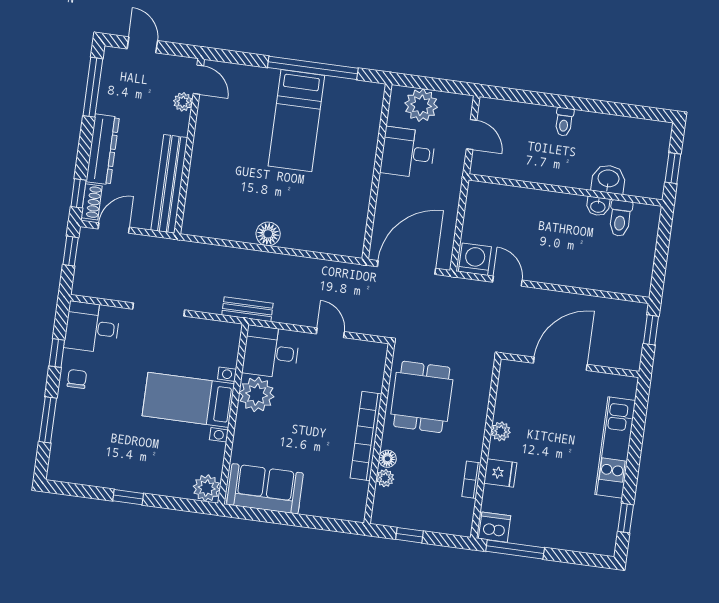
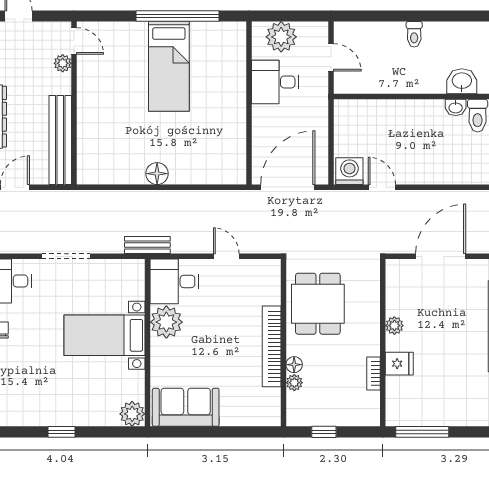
dishwasher: (495, 527) -> (401, 414), removed

